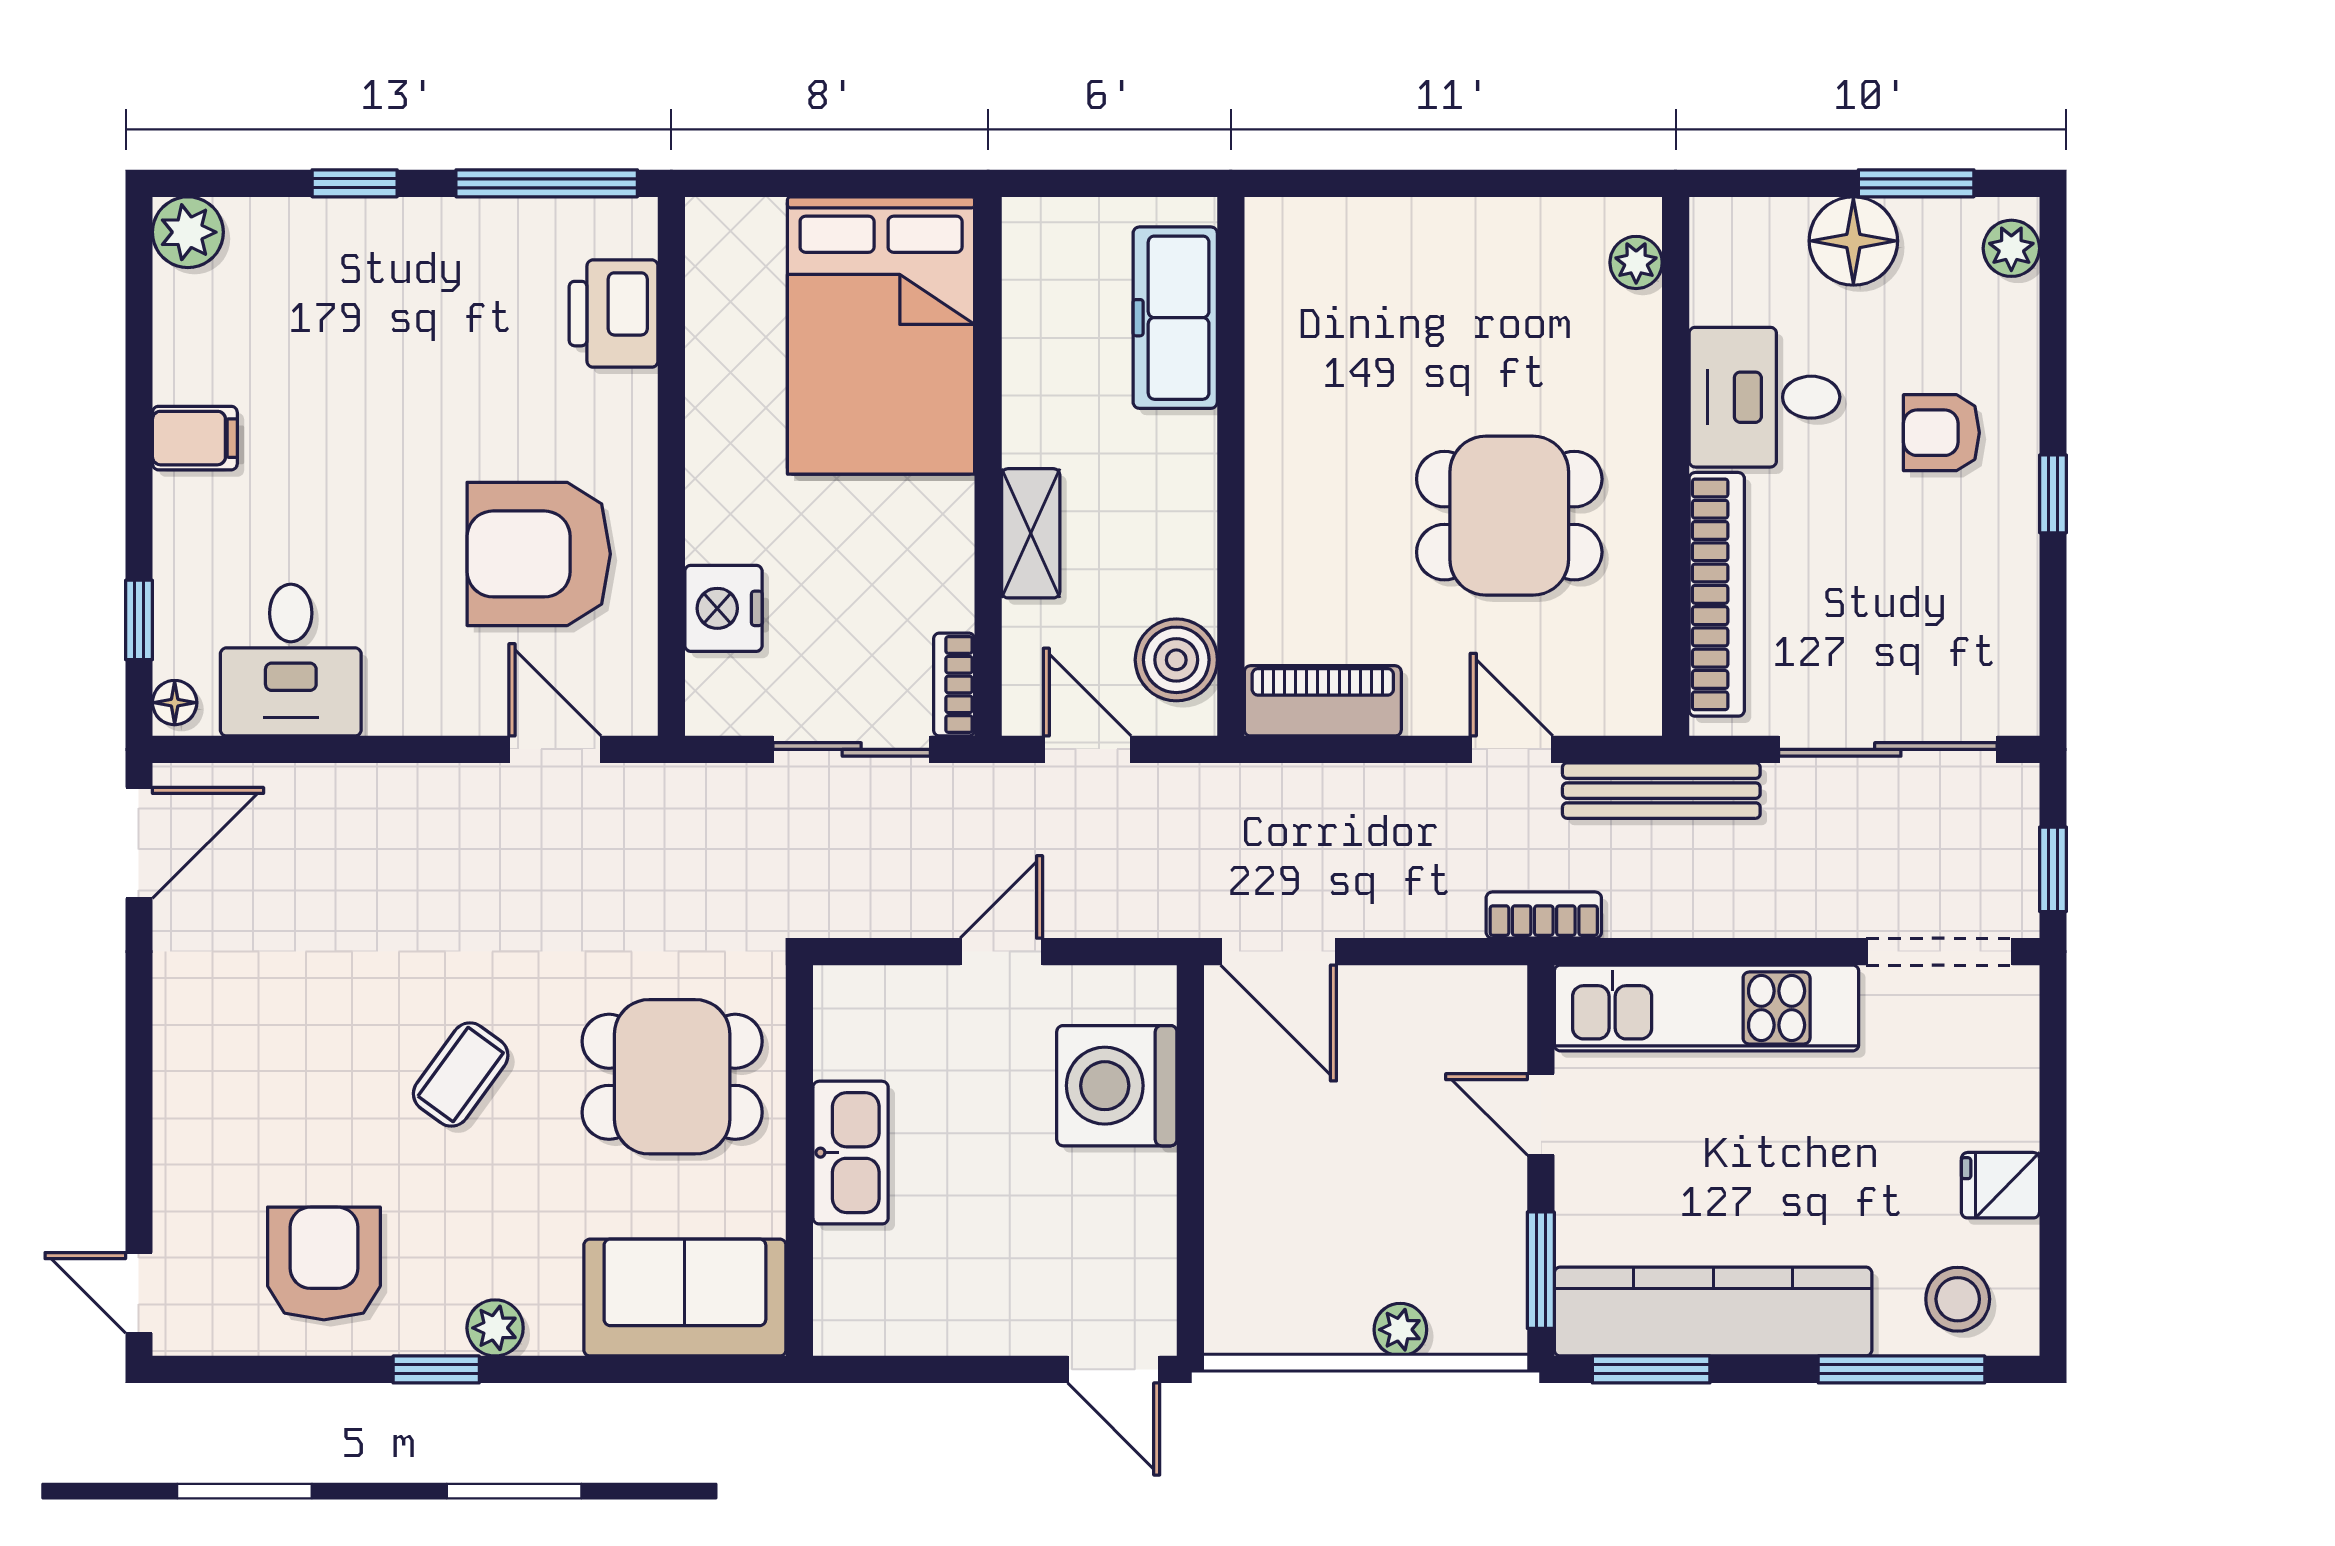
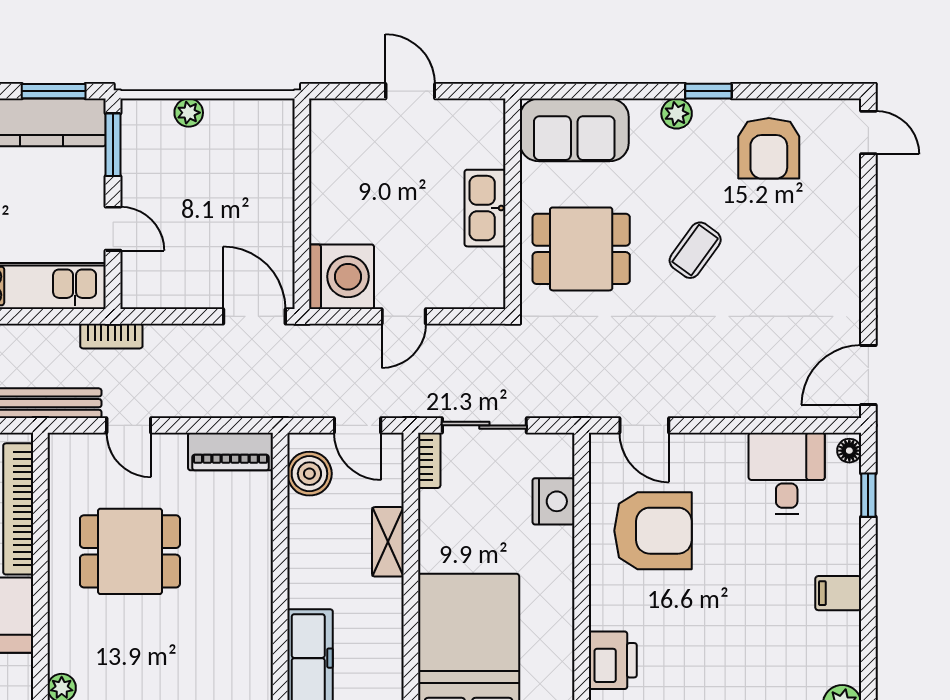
washing machine: (1117, 1086) -> (342, 277), moved
door: (1114, 1369) -> (410, 91), moved

